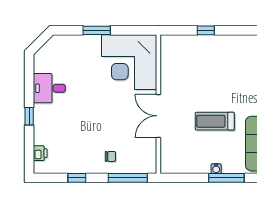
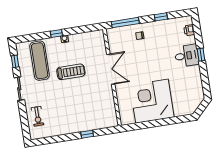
window: (97, 30) -> (163, 122), removed
corner desk: (129, 62) -> (152, 101), moved, turned -90
desk: (49, 88) -> (187, 56), moved
window: (226, 178) -> (56, 33), width x0.46

